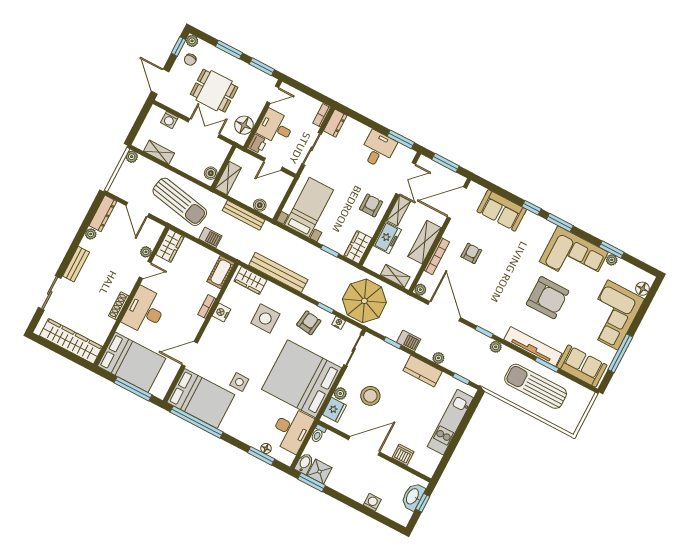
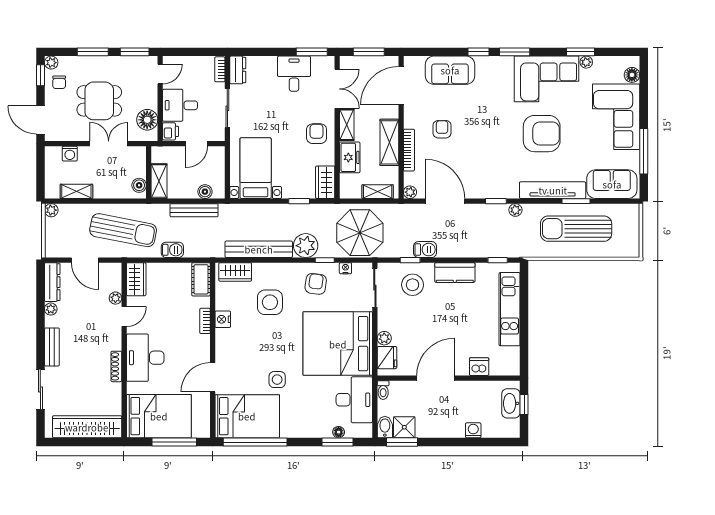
plant: (438, 358) -> (306, 246), moved, width x1.87, depth x1.87
stool: (370, 396) -> (413, 285), moved

